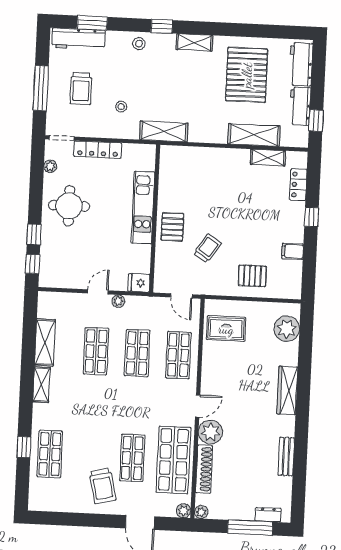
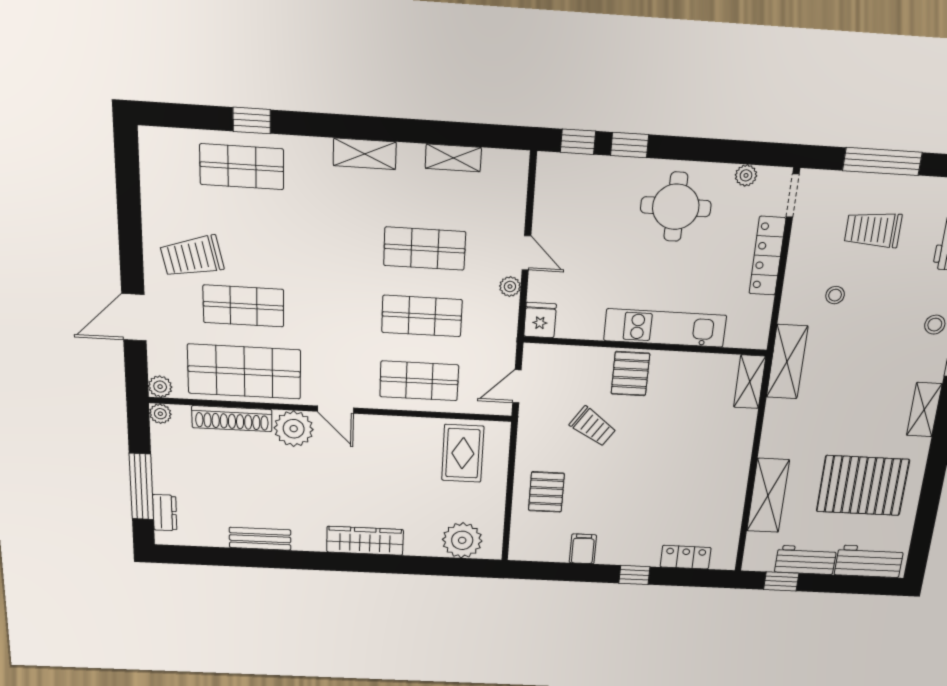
shelving: (268, 158) -> (750, 382), moved
pallet: (172, 227) -> (630, 374), turned 90
shelving: (45, 342) -> (453, 158), width x0.67, depth x0.75

